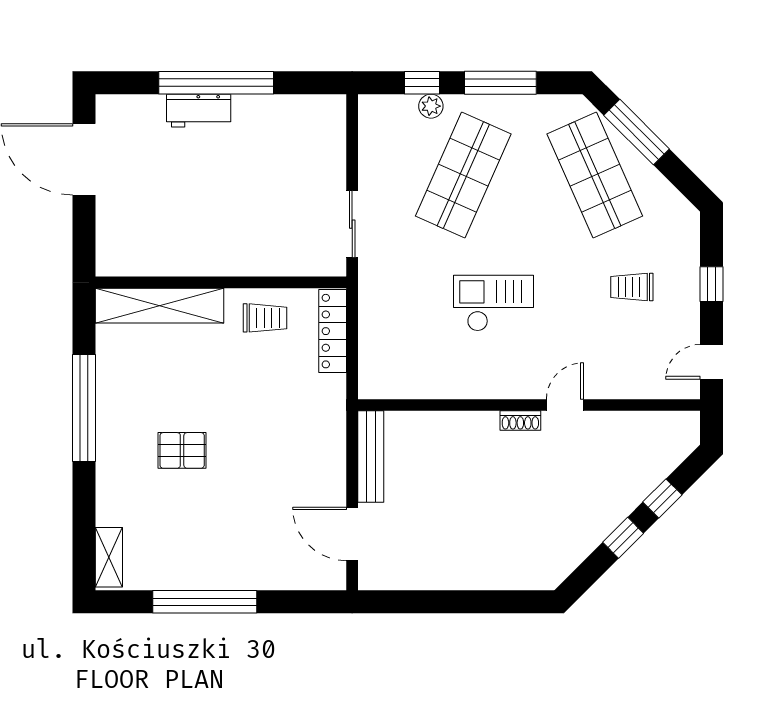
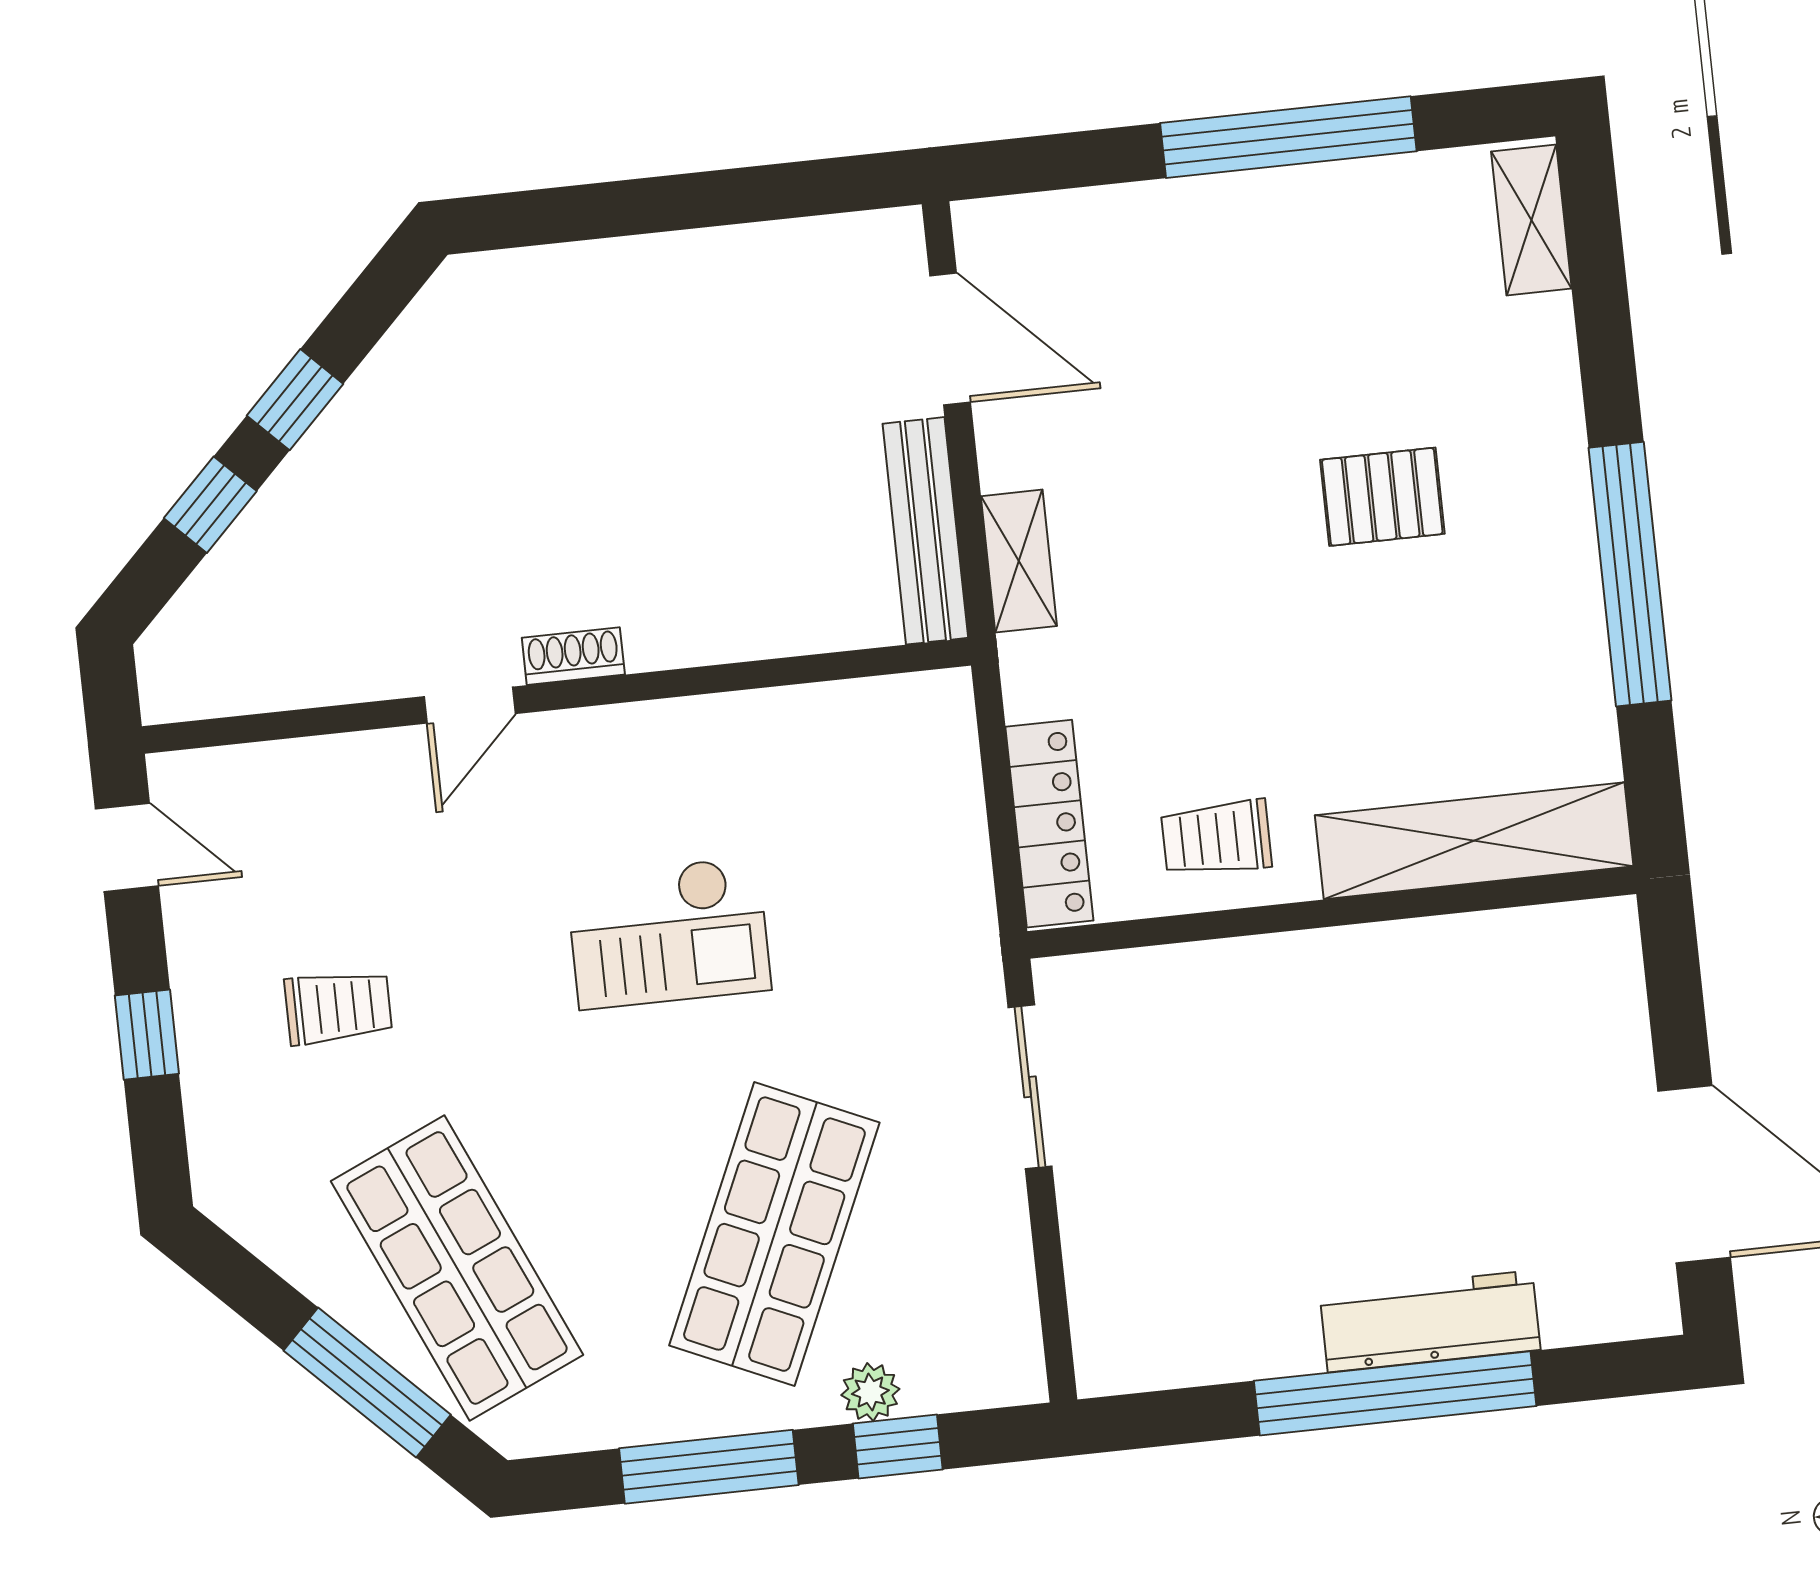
workbench: (199, 111) -> (1430, 1321), width x1.38
door: (712, 362) -> (127, 847), hinge flipped
shelving: (334, 440) -> (1019, 561), added

